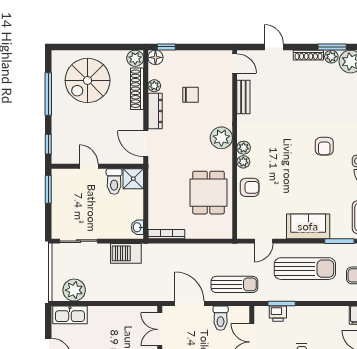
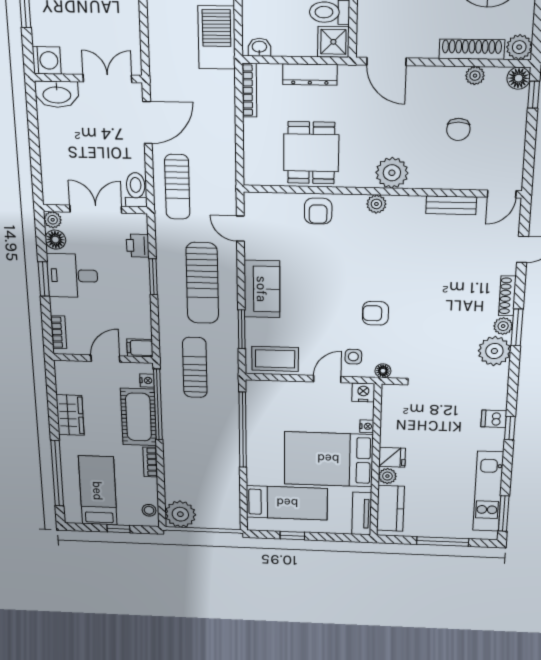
dresser: (155, 111) -> (310, 74), moved
door: (146, 144) -> (386, 61), swing flipped
plant: (243, 162) -> (356, 203), removed
dining table: (208, 193) -> (311, 153), turned 90
barbecue: (126, 253) -> (217, 38), width x1.37, depth x1.21
window: (282, 303) -> (153, 277), moved
toilet: (221, 318) -> (136, 190), moved, turned 90

